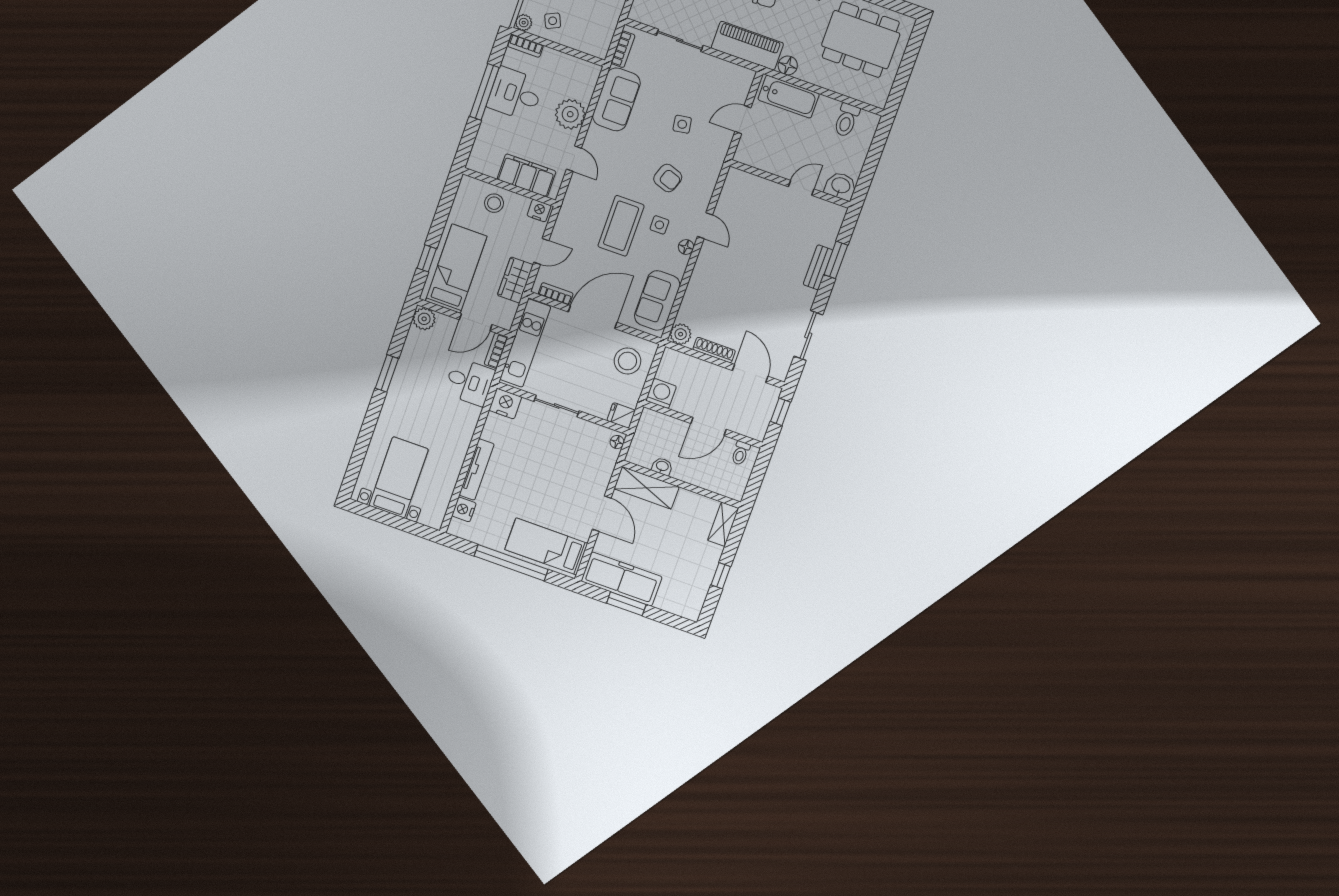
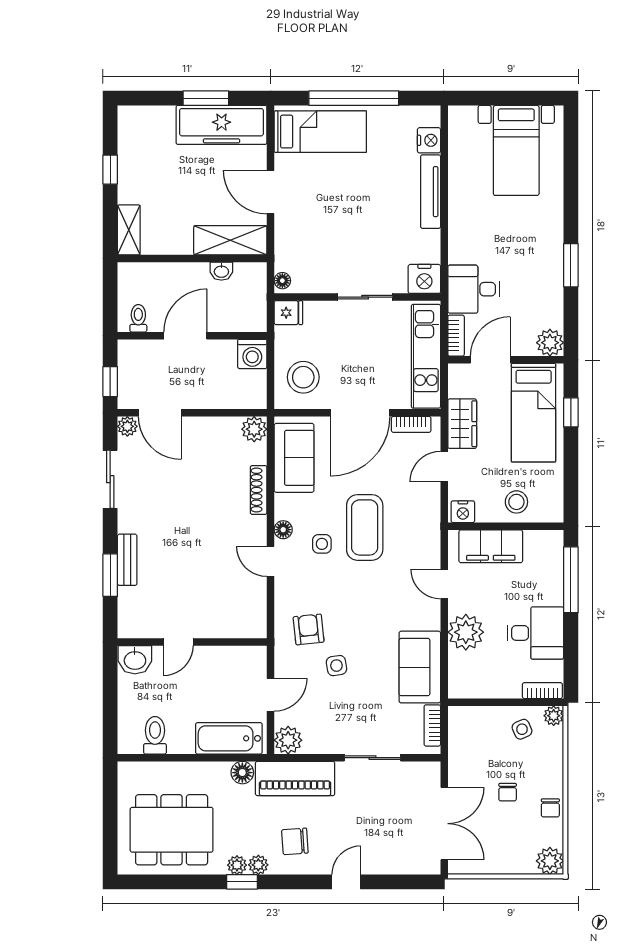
plant: (742, 78) -> (288, 740), added
window: (484, 92) -> (571, 580), moved
armchair: (668, 178) -> (309, 629), moved, turned 65
shoe rack: (714, 350) -> (259, 490), moved, turned 90
plant: (780, 372) -> (127, 426), added

